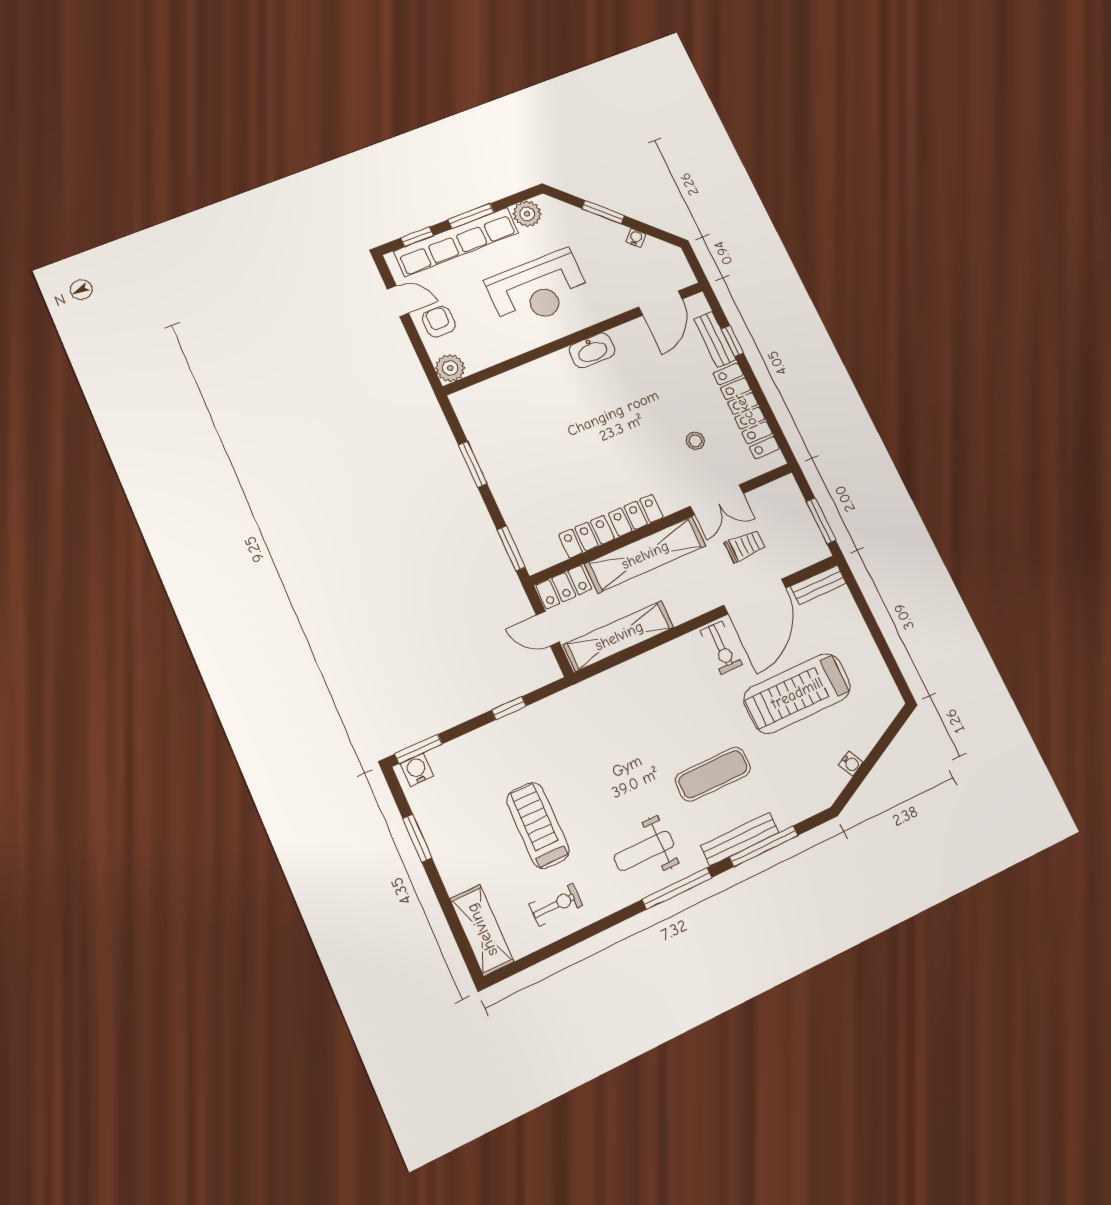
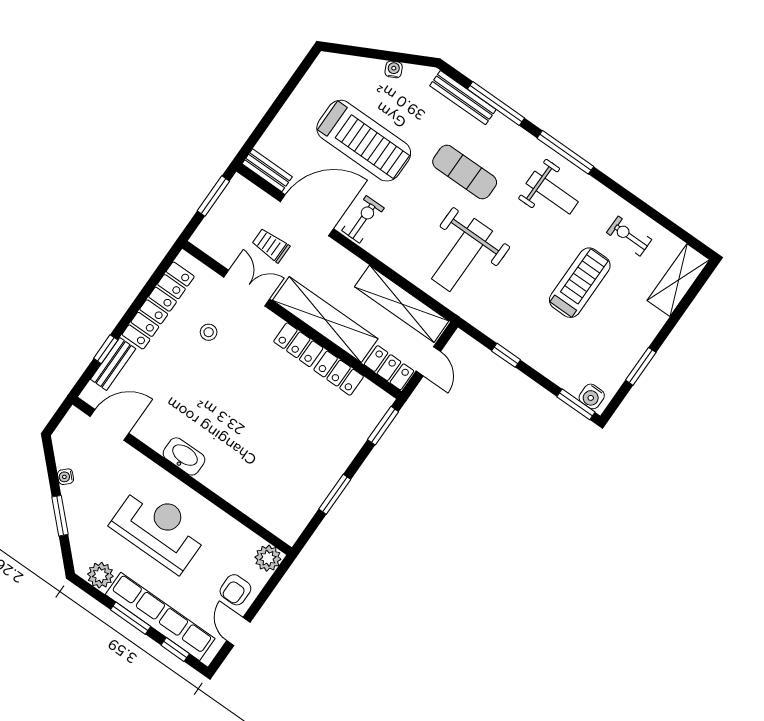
weight bench: (633, 723) -> (462, 255), added
treadmill: (538, 825) -> (580, 283), turned 180
bench: (740, 839) -> (463, 98), moved

